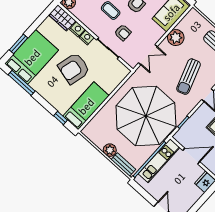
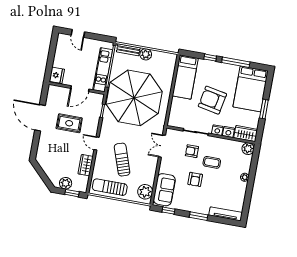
plant: (176, 38) -> (145, 192), moved
window: (18, 44) -> (264, 109), moved
armchair: (74, 68) -> (212, 100), turned -93
sun lounger: (188, 77) -> (122, 160), moved
window: (22, 83) -> (236, 62), moved
window: (60, 118) -> (210, 58), moved

